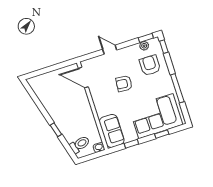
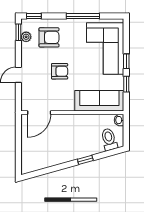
armchair: (150, 65) -> (49, 37), turned 180
armchair: (124, 84) -> (60, 71), turned -96
sofa: (112, 131) -> (99, 101), width x1.36
window: (162, 134) -> (126, 61), moved

